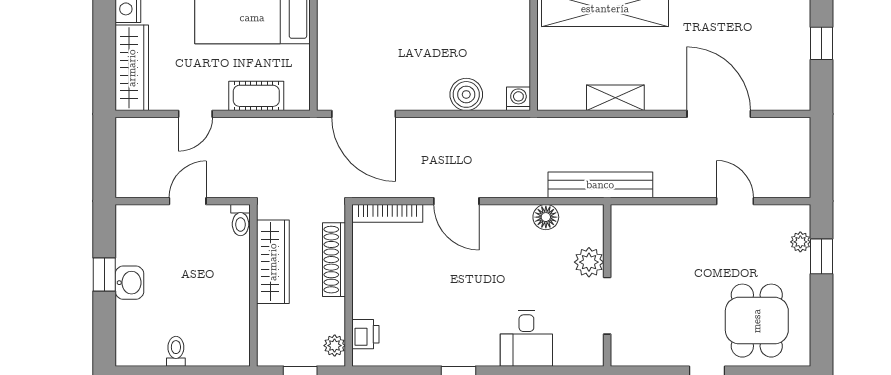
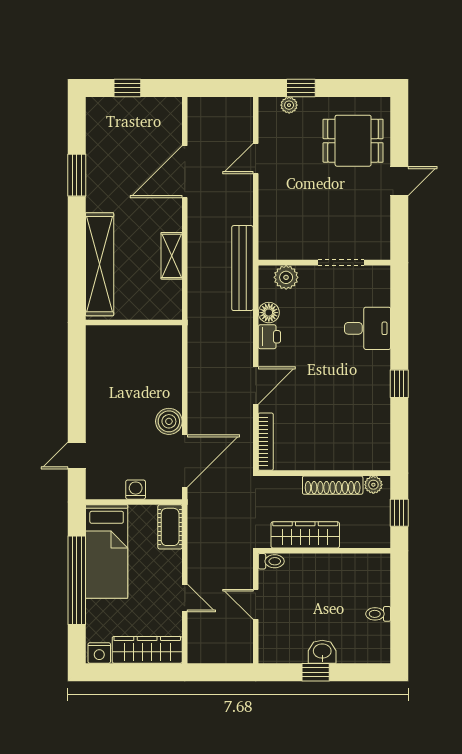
boiler: (466, 94) -> (169, 421), moved
cot: (256, 96) -> (170, 527), moved
washing machine: (518, 99) -> (136, 490), moved, turned 90
shoe rack: (334, 260) -> (333, 485), moved
plant: (589, 262) -> (286, 277), moved
printer: (365, 334) -> (269, 337), moved, turned 90

